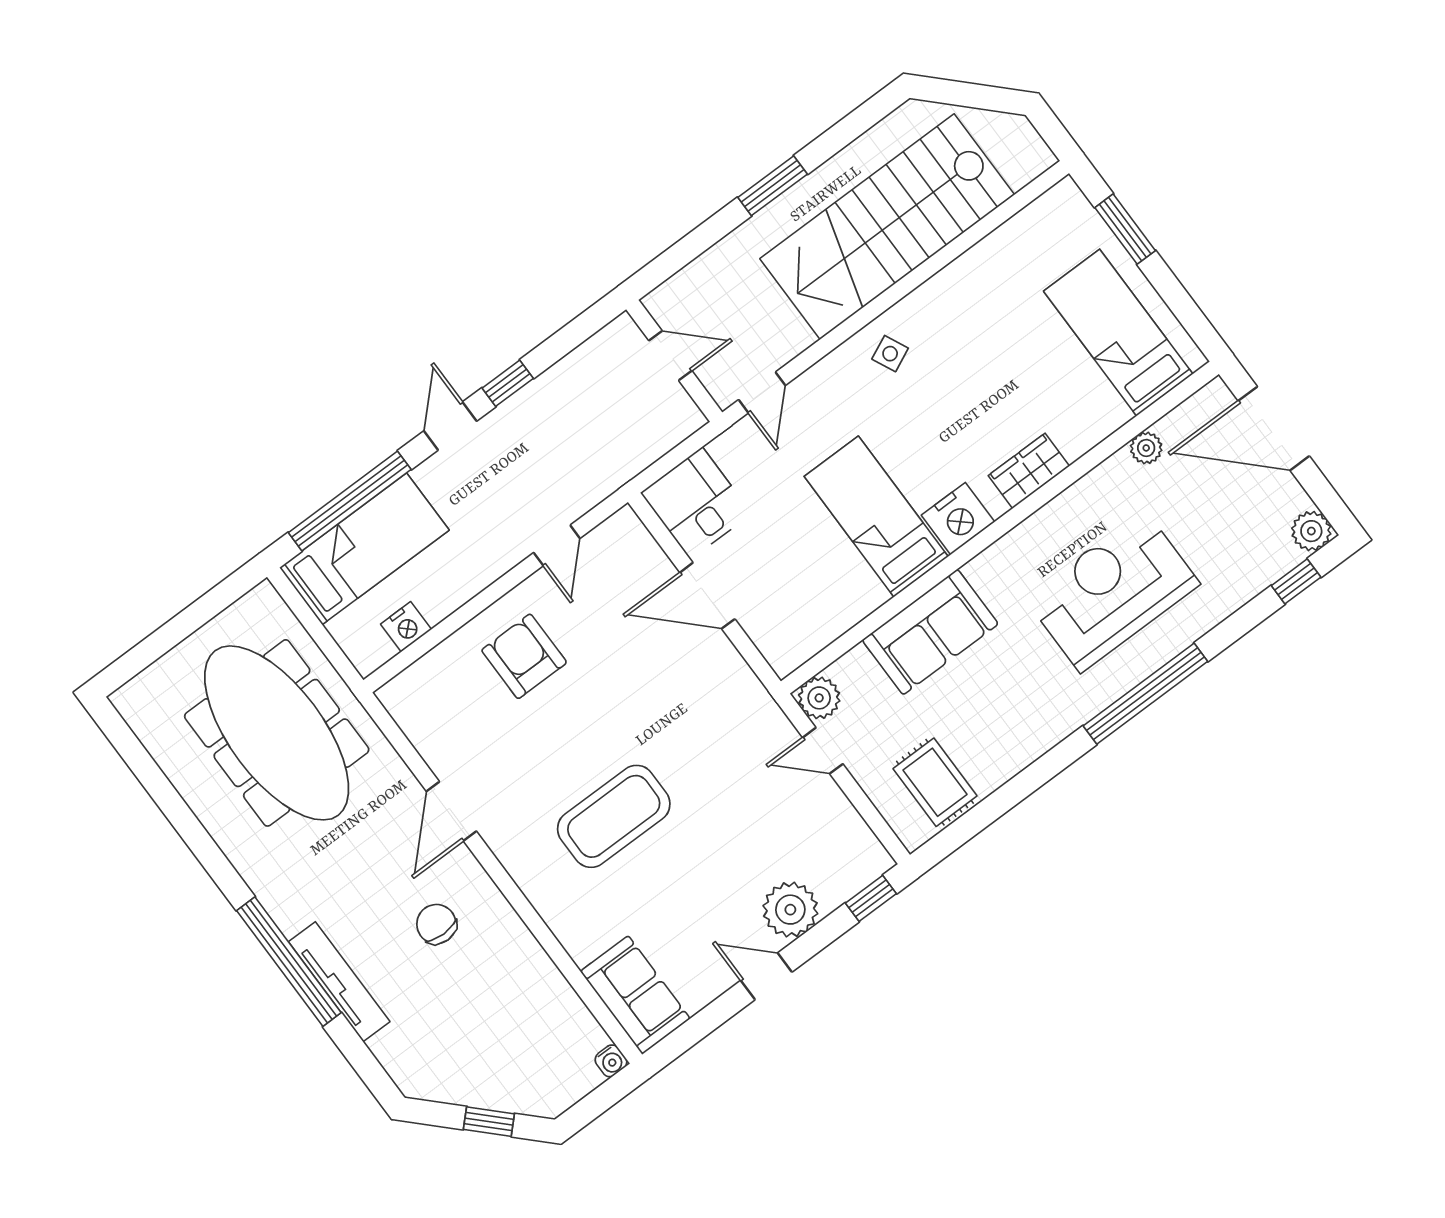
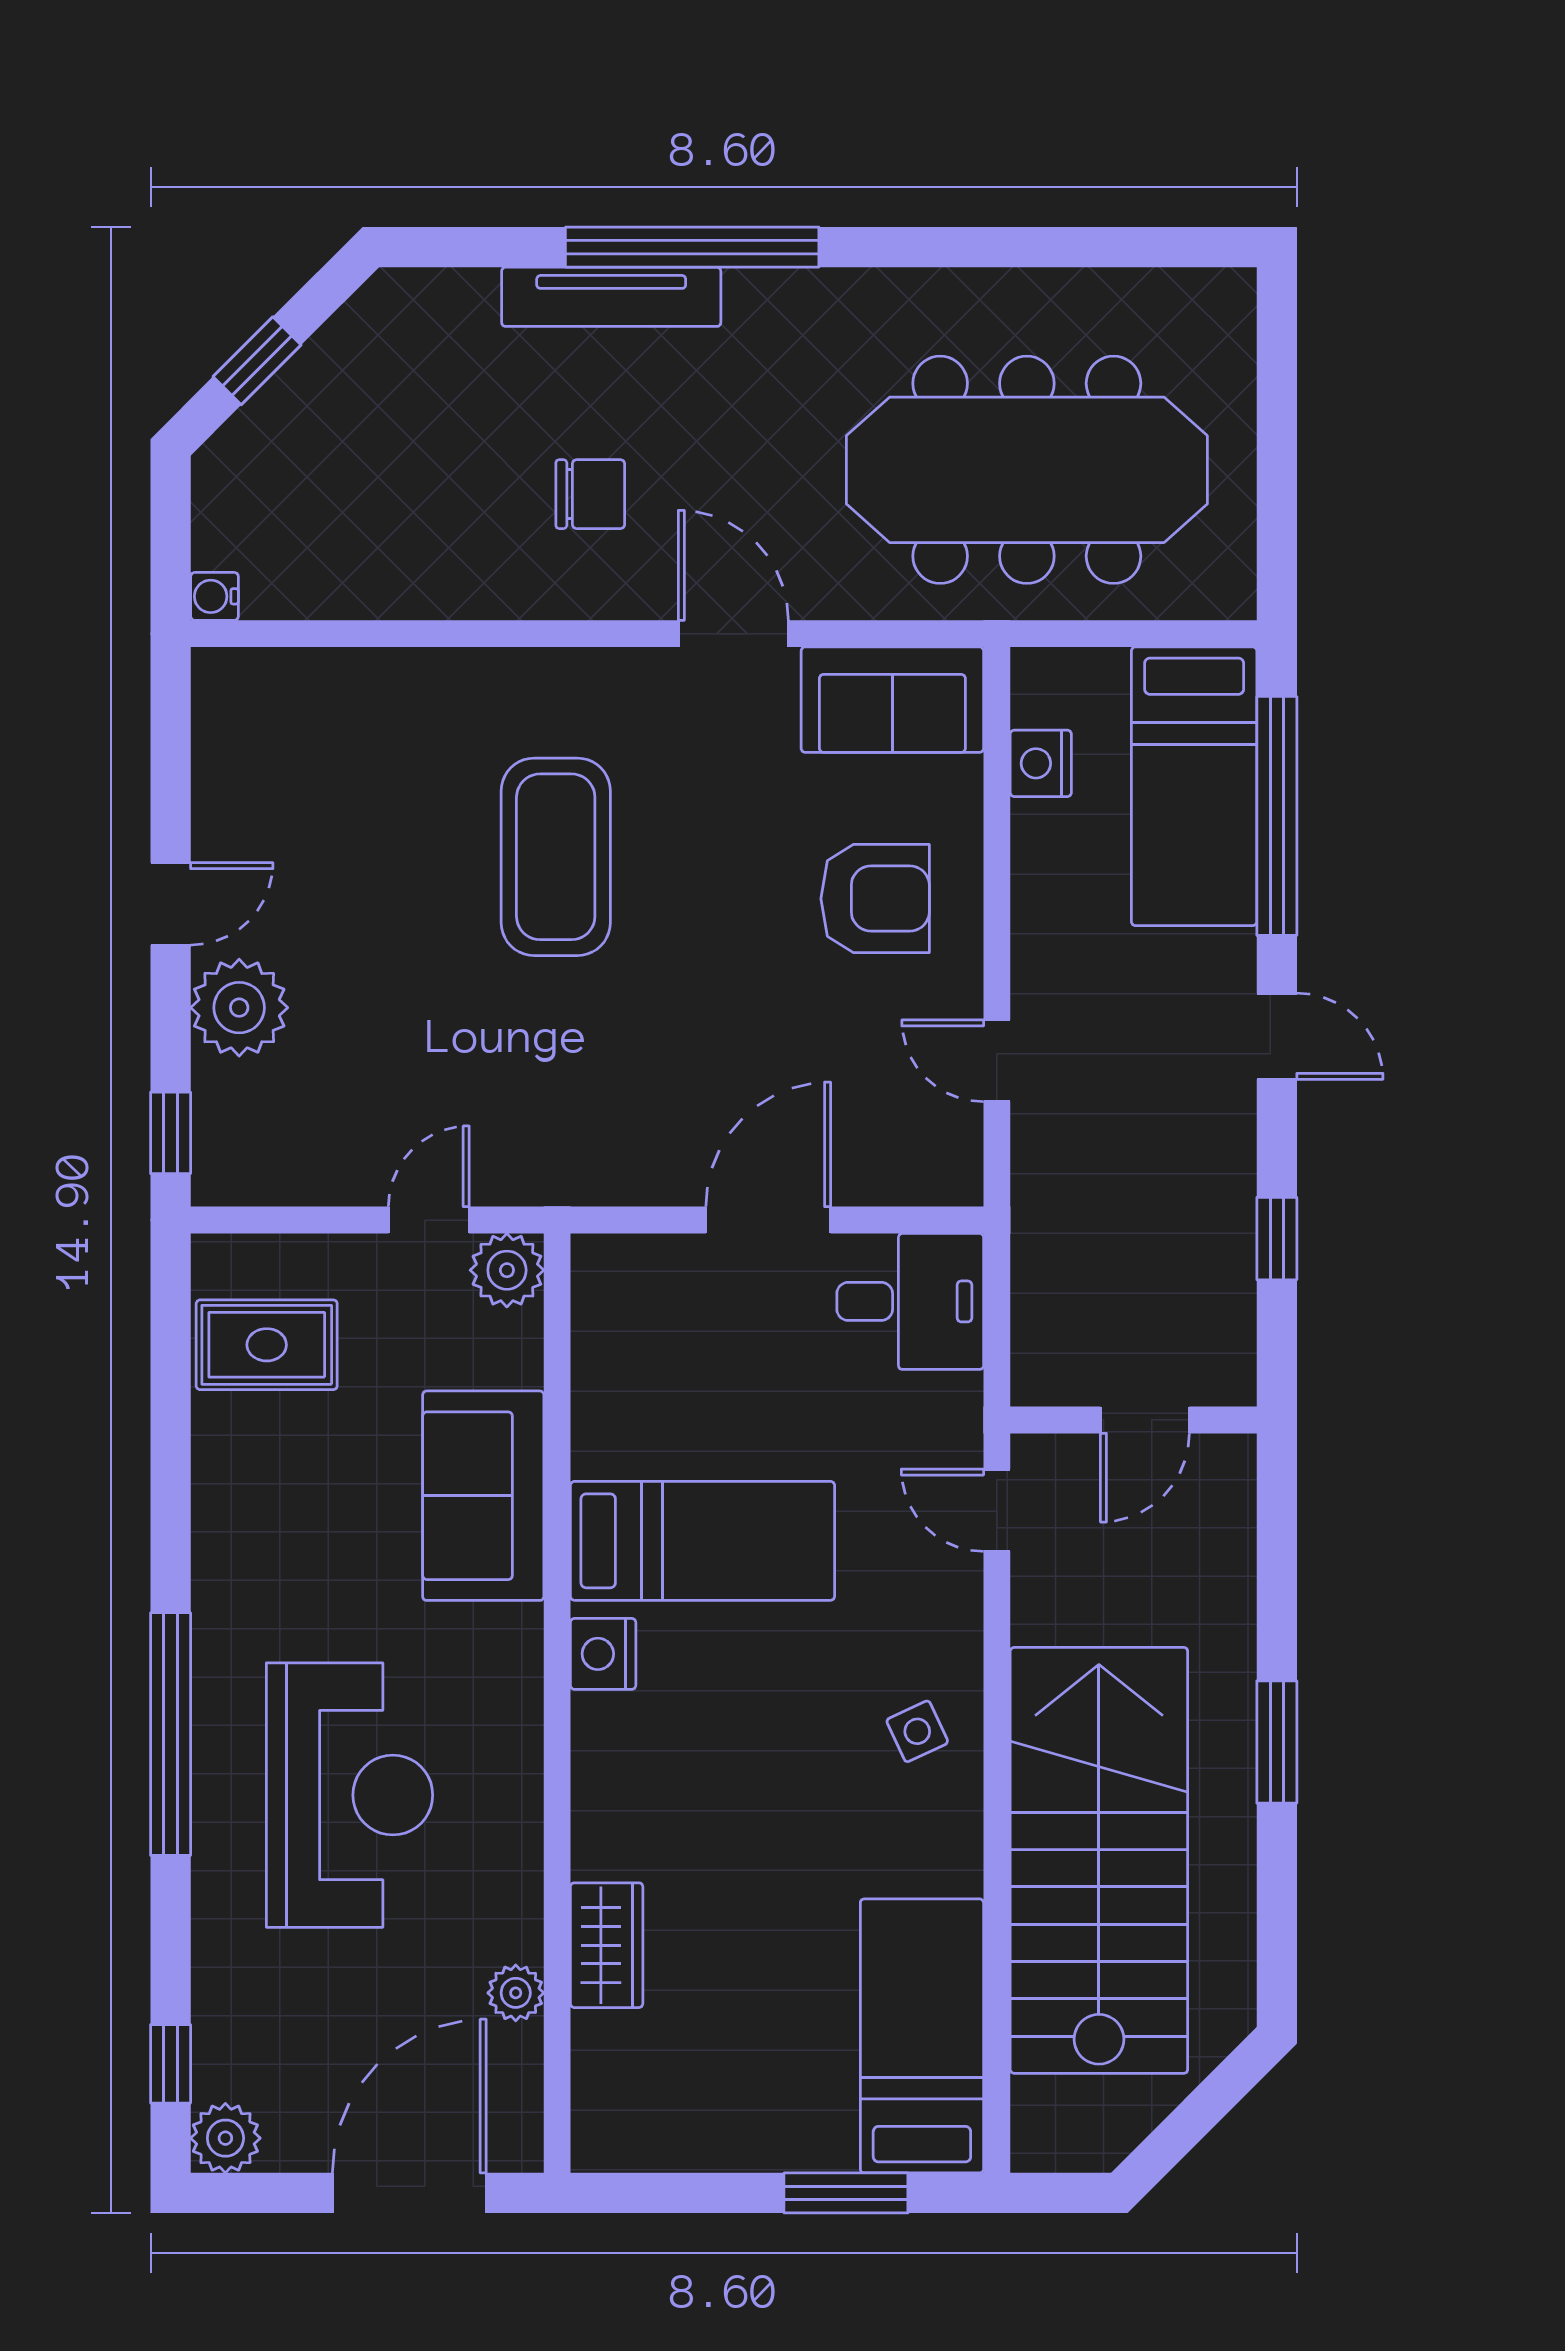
bed: (1118, 333) -> (922, 2036), moved, turned -90
window: (508, 383) -> (1277, 1239), moved
wardrobe: (1029, 471) -> (607, 1945), moved
nightstand: (958, 519) -> (603, 1654), width x0.74, depth x0.75
sofa: (635, 995) -> (892, 700), moved

